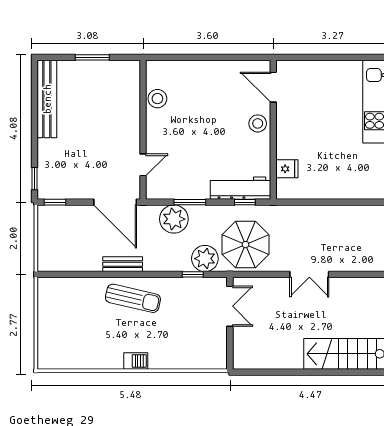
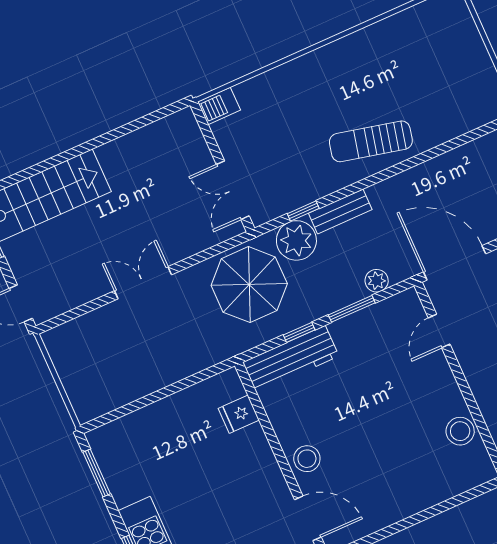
window: (245, 202) -> (299, 332), moved
plant: (174, 219) -> (377, 281), width x0.53, depth x0.53
bench: (123, 264) -> (340, 211), moved
barbecue: (136, 361) -> (219, 106), moved

